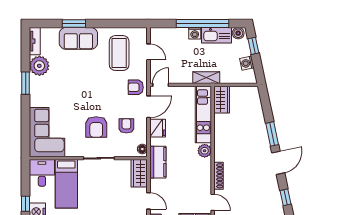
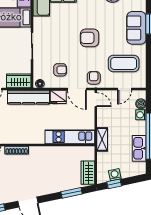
washing machine: (195, 33) -> (141, 115), moved
boiler: (238, 33) -> (141, 104), moved
window: (253, 46) -> (114, 184), moved
wardrobe: (222, 100) -> (88, 173), moved, turned 90
armchair: (96, 127) -> (90, 38), moved
window: (272, 134) -> (72, 193), moved
plant: (205, 151) -> (38, 138), removed
kitchen counter: (158, 162) -> (29, 97), width x1.50

